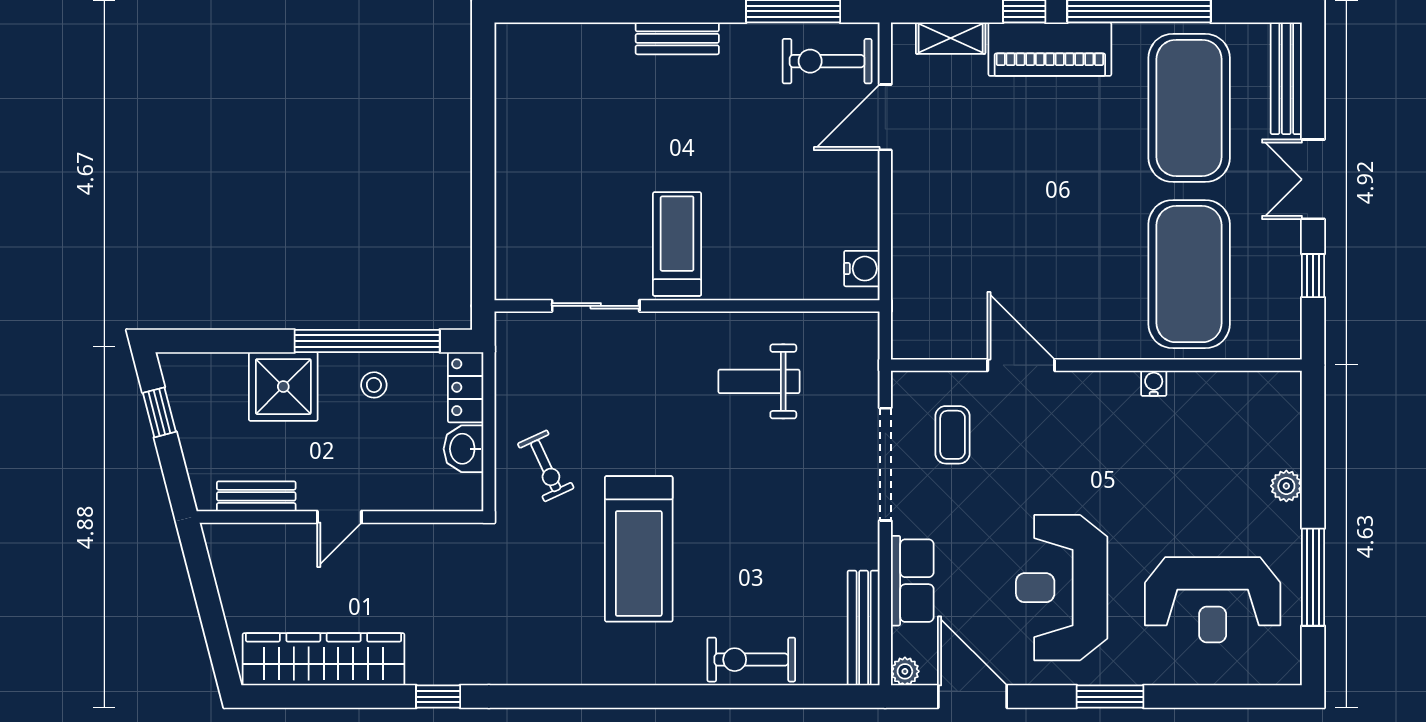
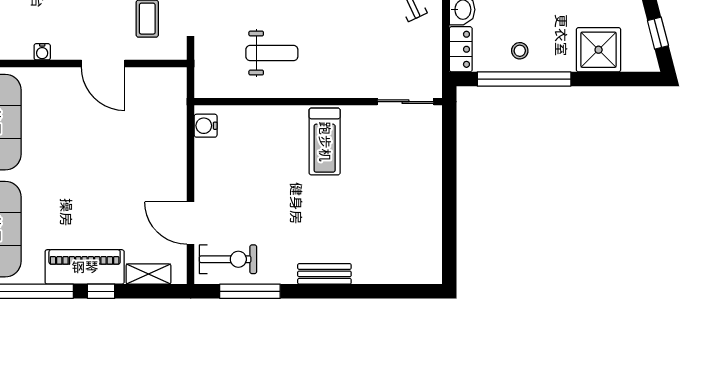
door: (885, 117) -> (191, 223), swing flipped
sliding door: (596, 306) -> (405, 102), moved
water cooler: (1154, 383) -> (42, 52), moved
shower: (283, 387) -> (599, 50), moved

